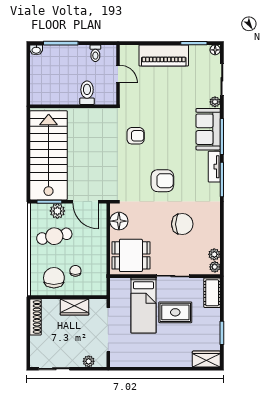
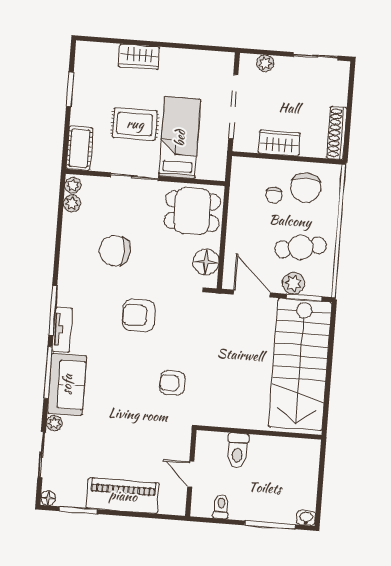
wardrobe: (206, 359) -> (139, 57), moved

